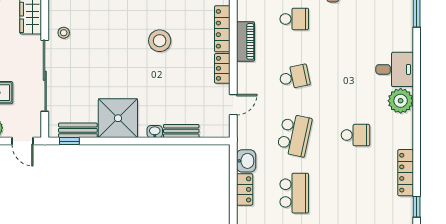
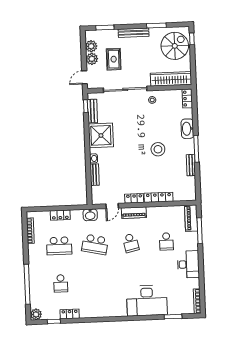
stool: (160, 41) -> (158, 149), moved
piano: (245, 41) -> (134, 213), moved
desk: (395, 69) -> (147, 301), width x1.87, depth x1.30
plant: (401, 101) -> (119, 309), removed
door: (233, 105) -> (112, 206), hinge flipped
school desk: (355, 135) -> (61, 283), moved
washbasin: (246, 161) -> (90, 215), moved
locker: (406, 173) -> (70, 314), width x0.66

